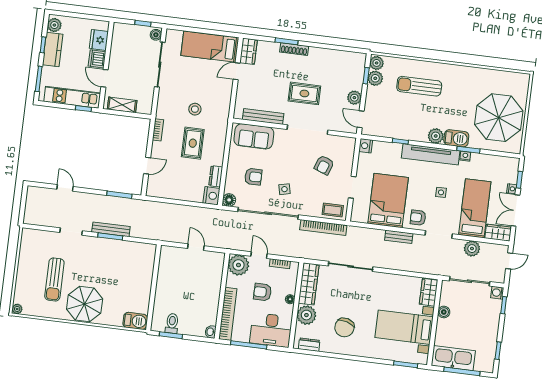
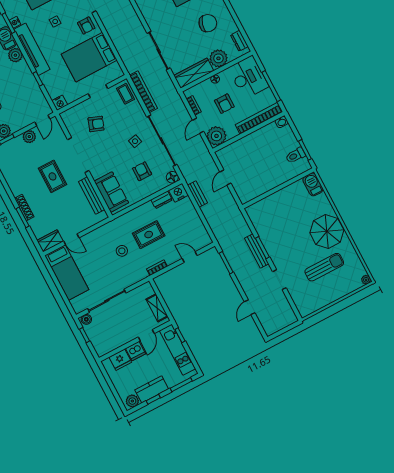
bench: (399, 237) -> (197, 194), moved

